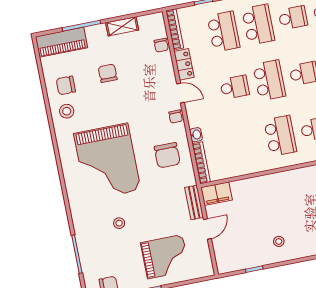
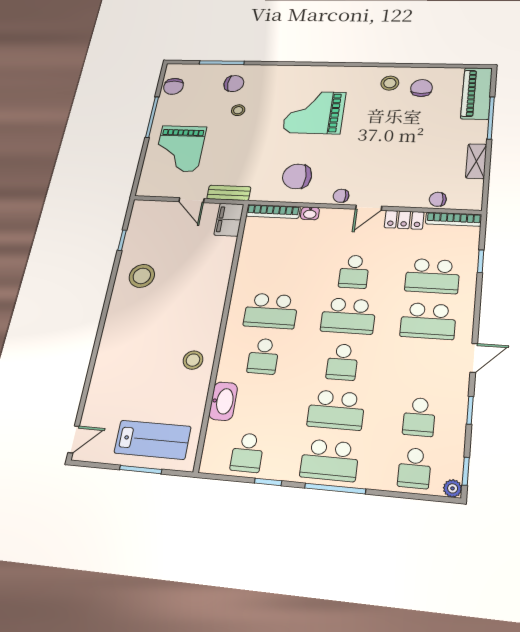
school desk: (293, 18) -> (424, 368), removed
chair: (108, 73) -> (234, 84), moved
grand piano: (107, 162) -> (314, 112), width x0.73, depth x0.68
stool: (279, 241) -> (142, 276), width x1.89, depth x1.89

